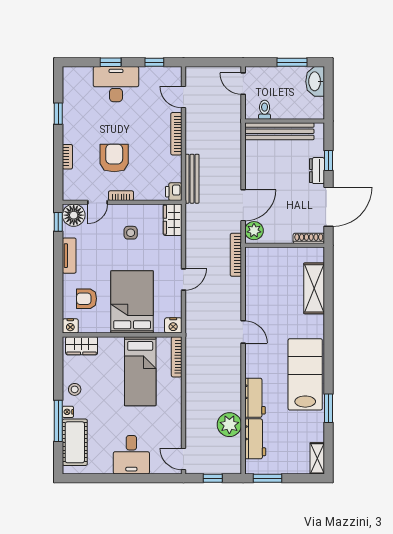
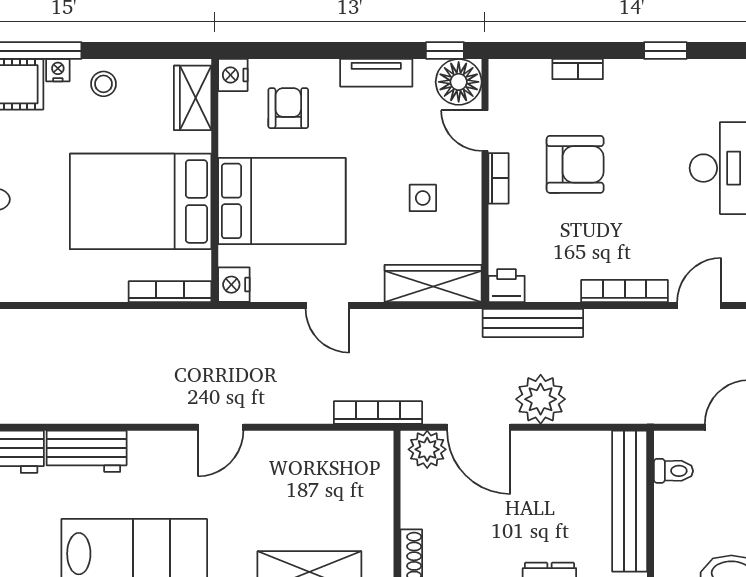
wardrobe: (173, 220) -> (433, 283), width x1.50
bed: (140, 371) -> (141, 201), width x1.50
plant: (229, 425) -> (541, 399), moved

